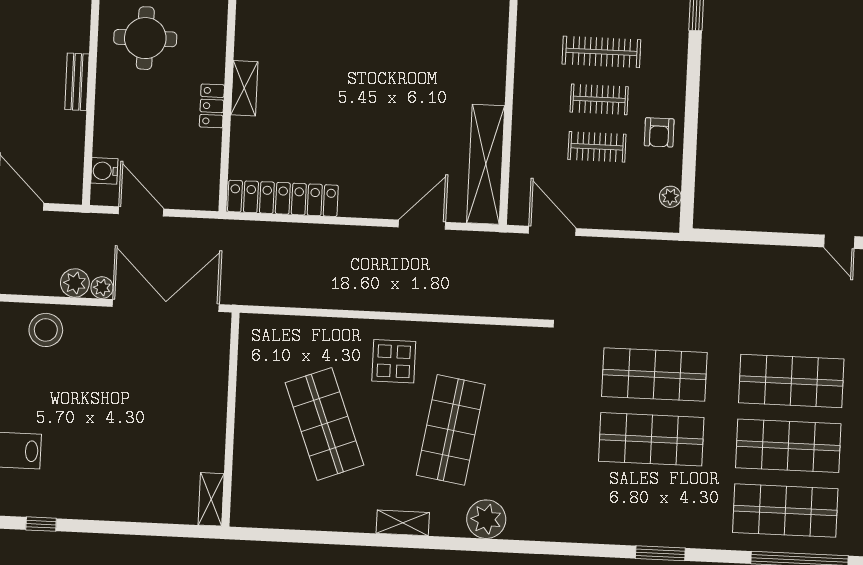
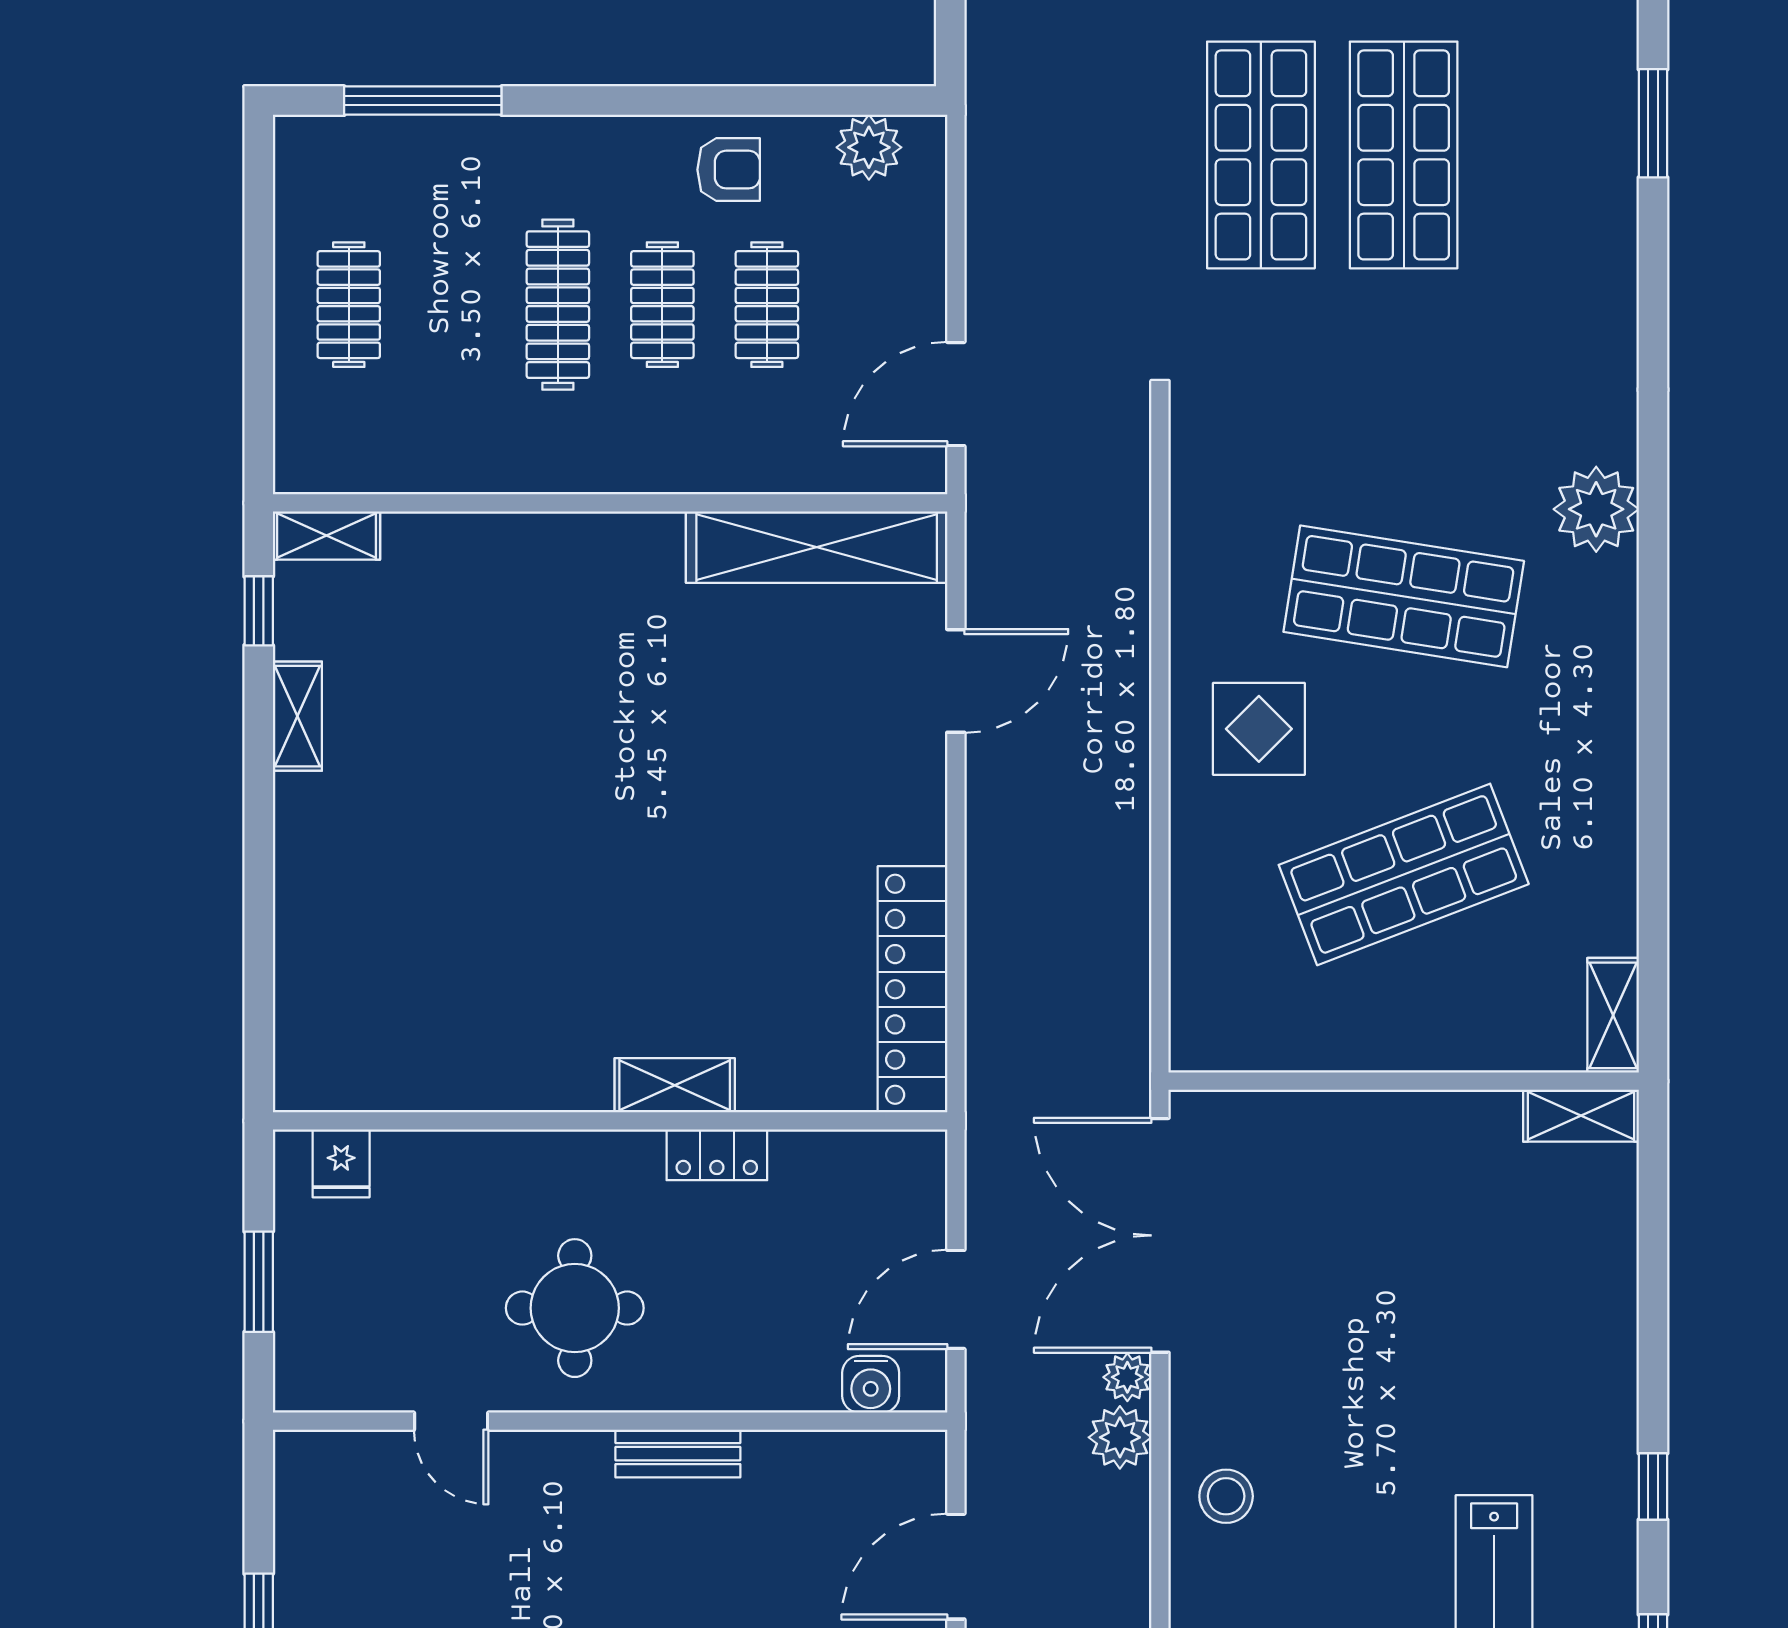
plant: (670, 197) -> (869, 147), width x1.38, depth x1.38
door: (422, 225) -> (956, 681), swing flipped
stool: (46, 330) -> (1226, 1496), width x0.73, depth x0.73
shelving: (403, 523) -> (1613, 1015), moved

